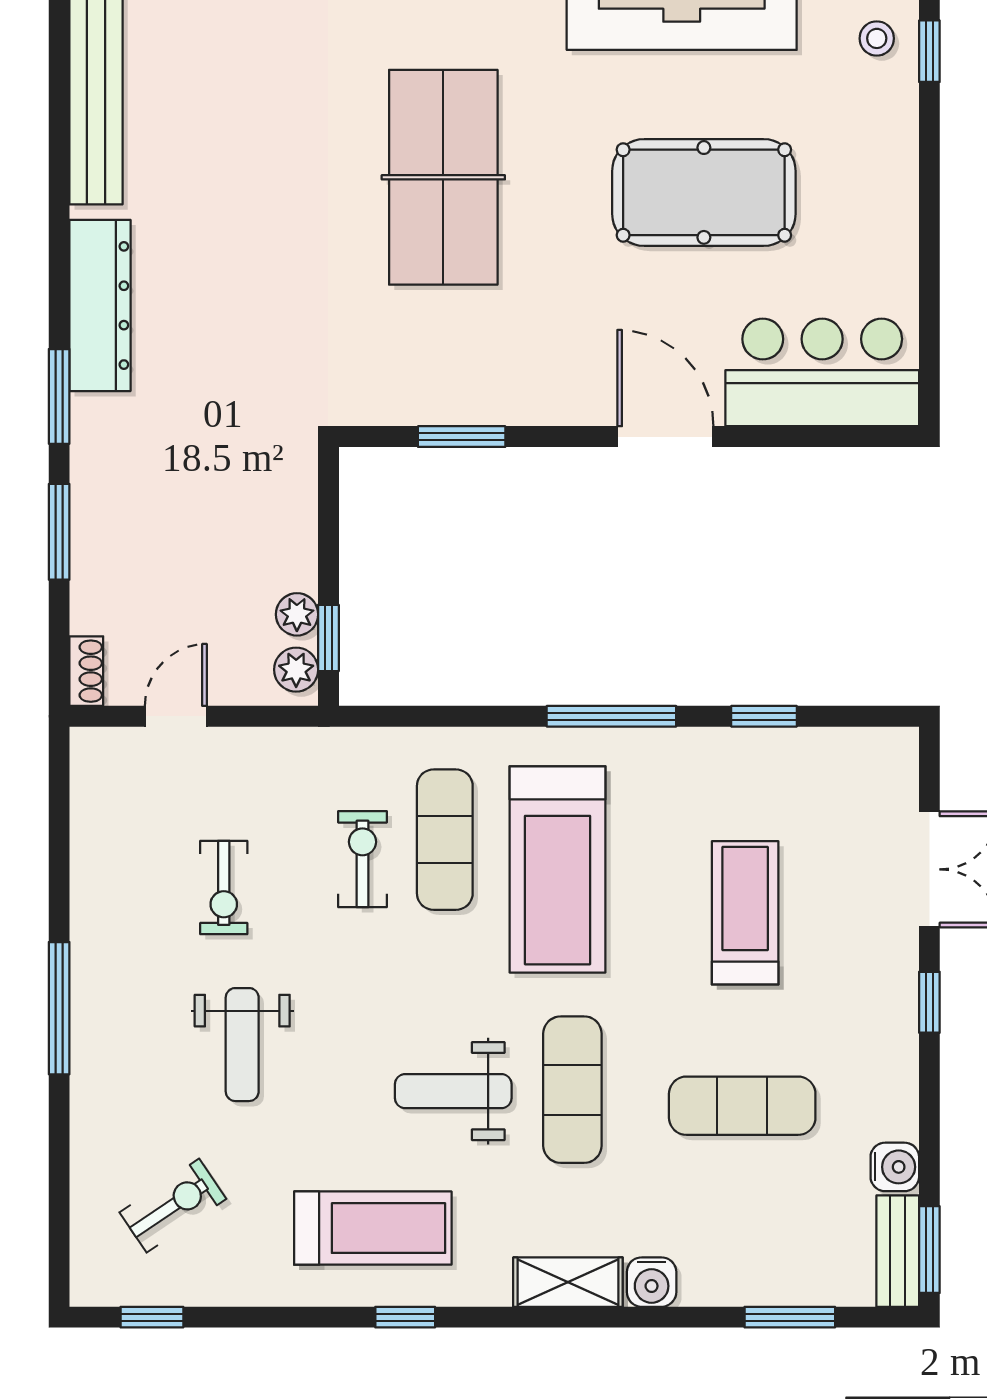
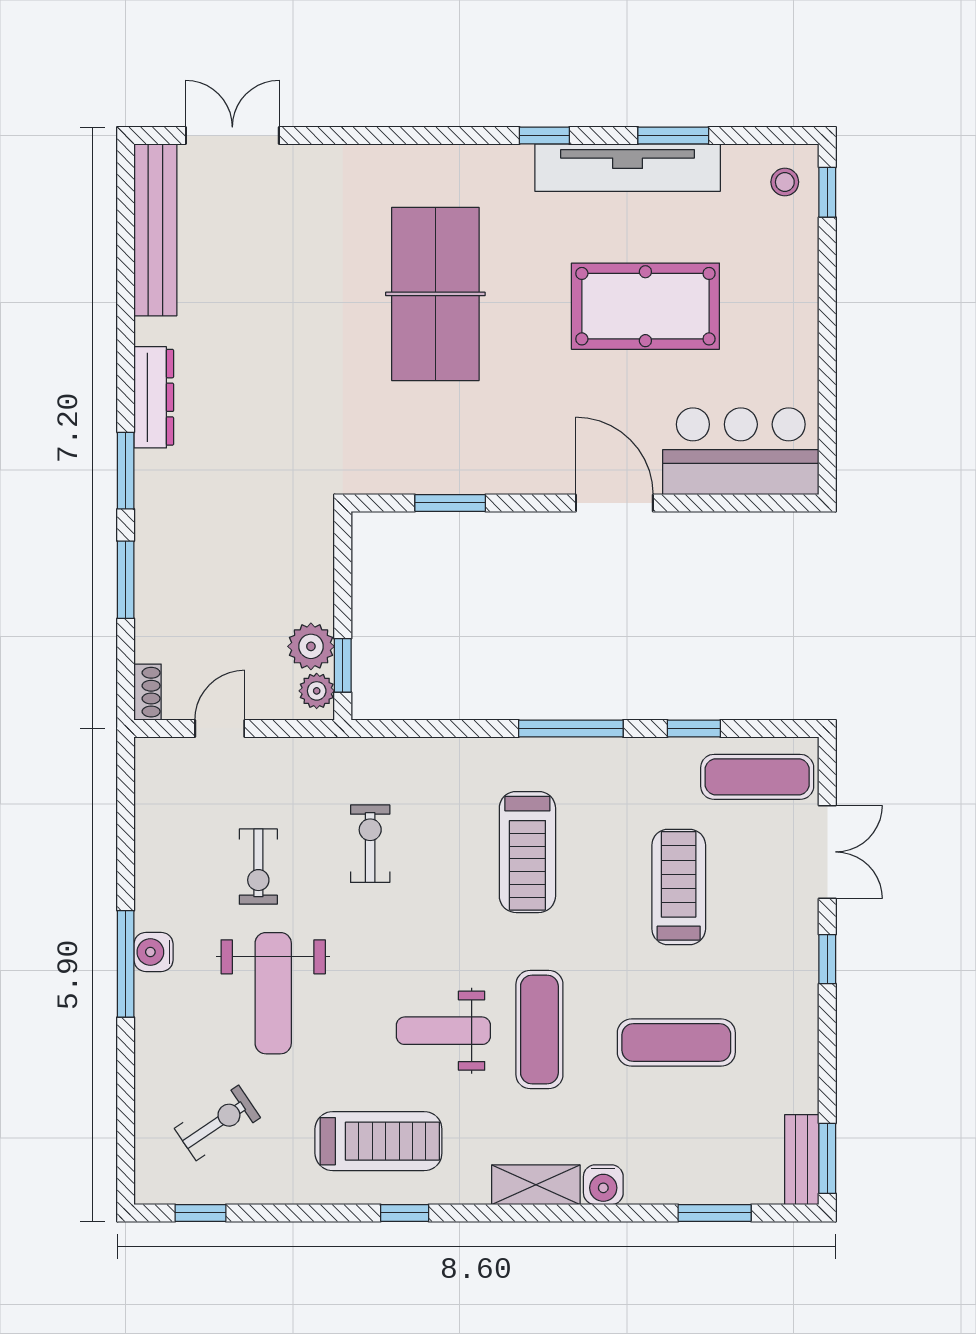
dresser: (100, 305) -> (154, 397), width x0.73, depth x0.80
plant: (297, 614) -> (311, 646), width x1.38, depth x1.38
exercise mat: (445, 840) -> (757, 777), moved, turned 90
treadmill: (557, 869) -> (527, 852), width x0.73, depth x0.73
weight bench: (242, 1045) -> (273, 993), width x1.36, depth x1.33
water cooler: (895, 1167) -> (154, 952), moved, turned 180

